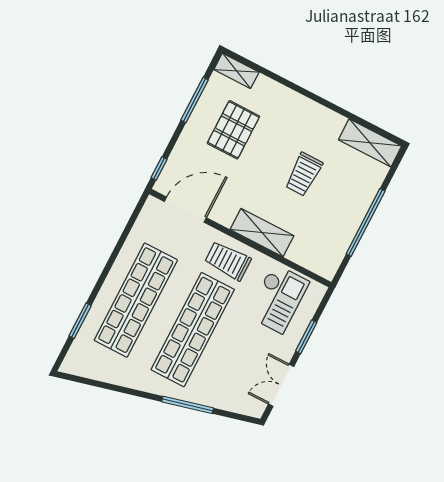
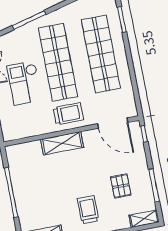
pallet: (233, 130) -> (121, 186), width x0.67, depth x0.71
trolley: (304, 174) -> (88, 210), moved
door: (185, 210) -> (113, 123), hinge flipped
checkout: (278, 299) -> (24, 83), moved

